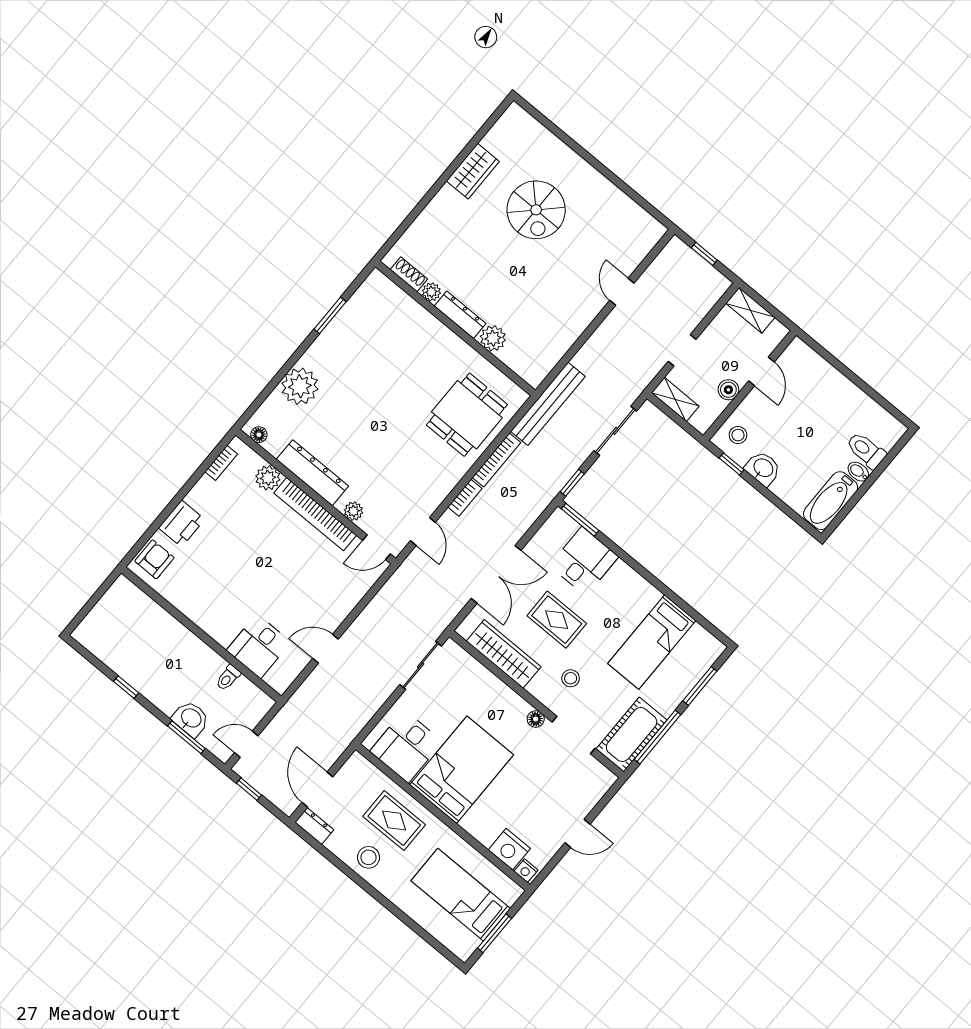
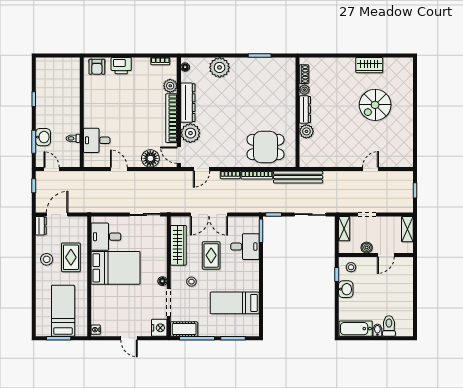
plant: (353, 511) -> (190, 133), width x1.87, depth x1.87
armchair: (154, 559) -> (97, 67), turned 90
floor lamp: (348, 591) -> (150, 158), added
cot: (632, 734) -> (184, 329), width x0.73, depth x0.75
nightstand: (509, 849) -> (159, 328), moved, turned 180

